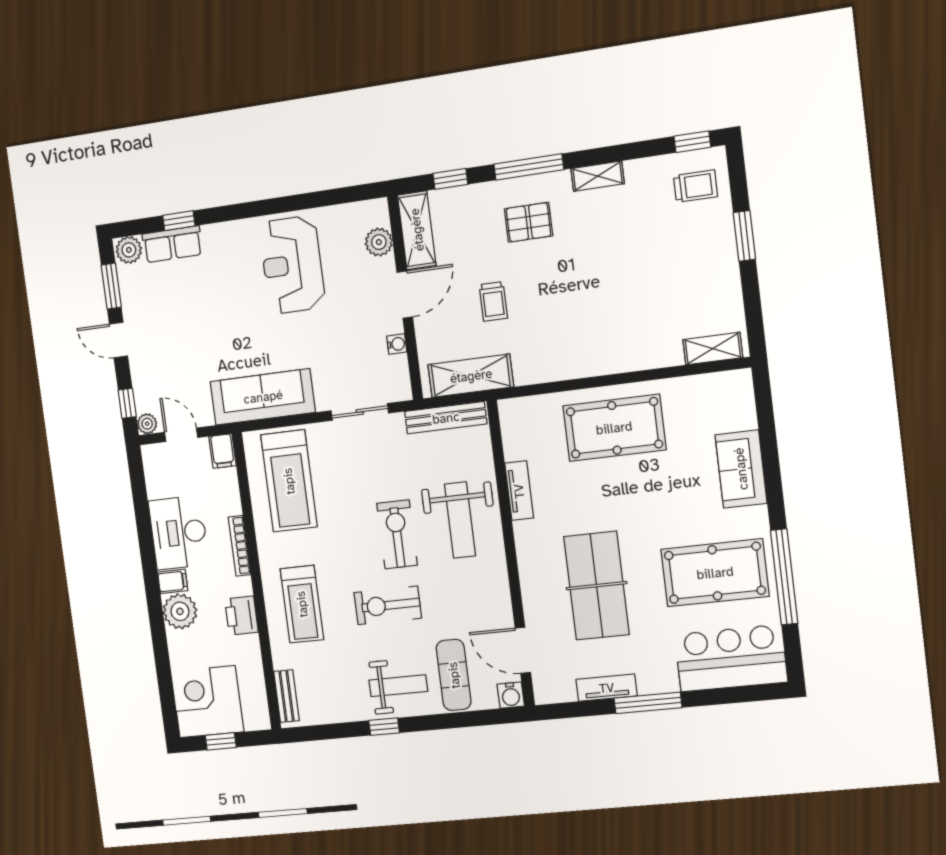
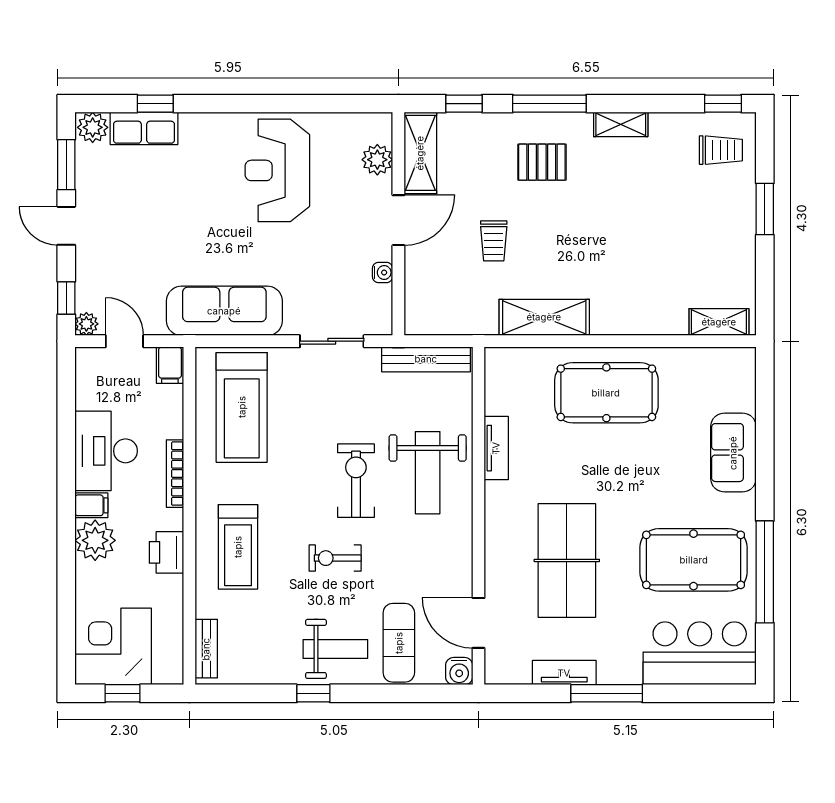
shelving: (471, 376) -> (544, 317), moved
exercise bike: (388, 605) -> (335, 558), width x0.73, depth x0.72

